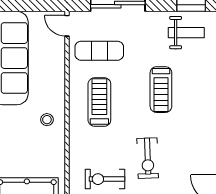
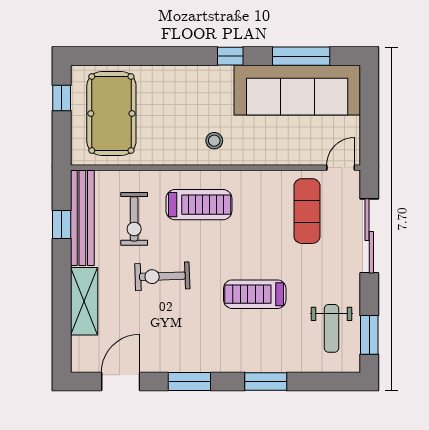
treadmill: (99, 102) -> (199, 205), moved
exercise bike: (105, 179) -> (134, 219), turned 180

